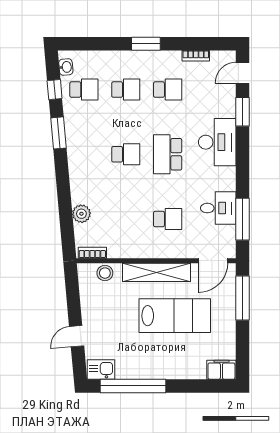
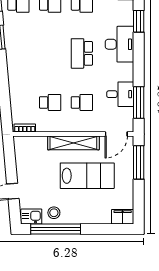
school desk: (126, 154) -> (50, 102), moved
plant: (81, 214) -> (17, 98), removed
stool: (105, 273) -> (54, 213), moved

